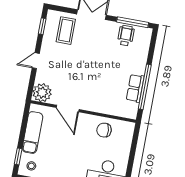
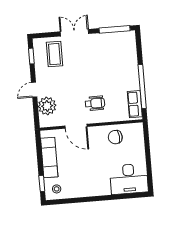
wheelchair: (126, 36) -> (95, 103), moved, turned 90
row of seats: (135, 88) -> (135, 104), moved
plant: (42, 93) -> (47, 106), moved

